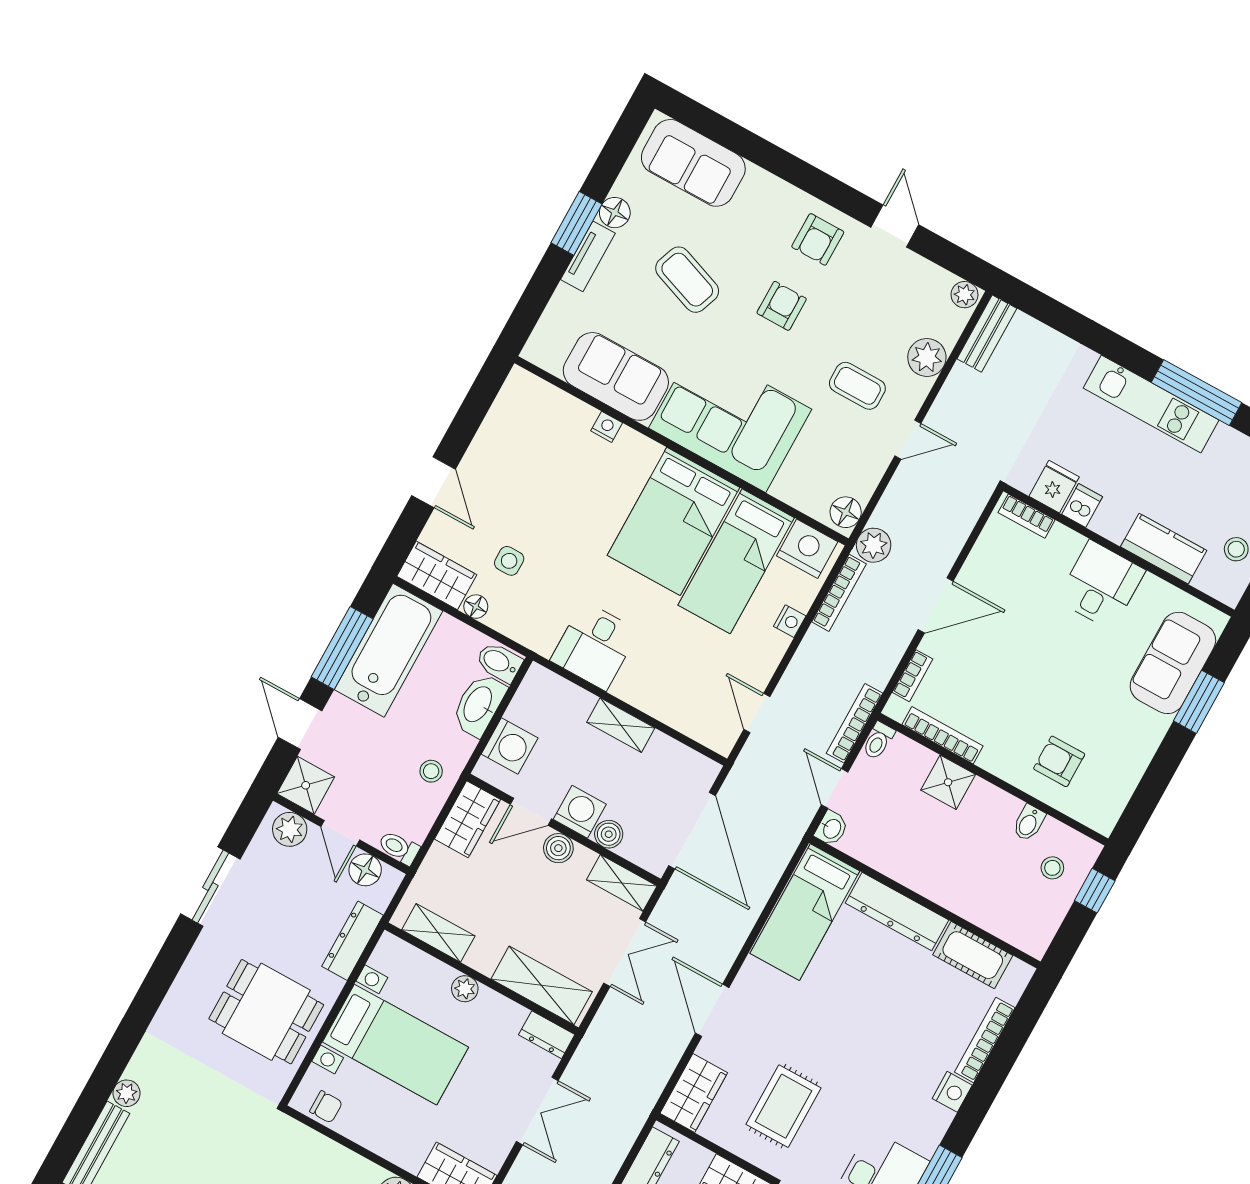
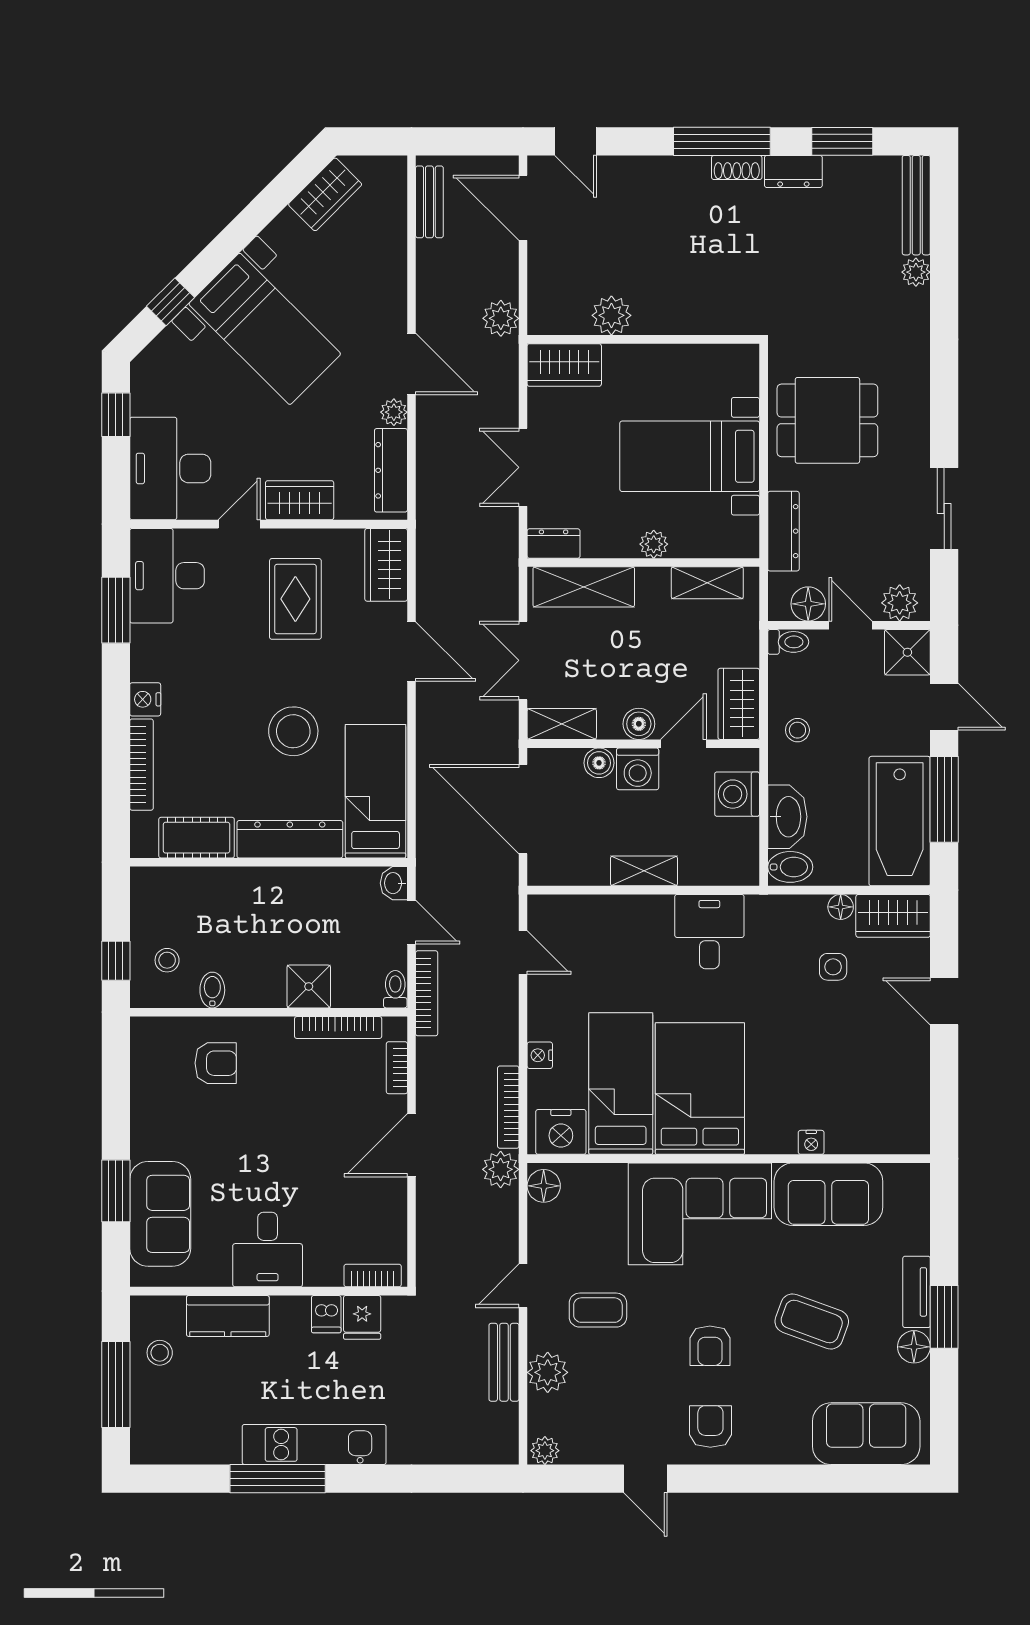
bench: (987, 334) -> (504, 1362), moved
stool: (845, 999) -> (293, 731), added
chair: (326, 1107) -> (722, 362), removed

